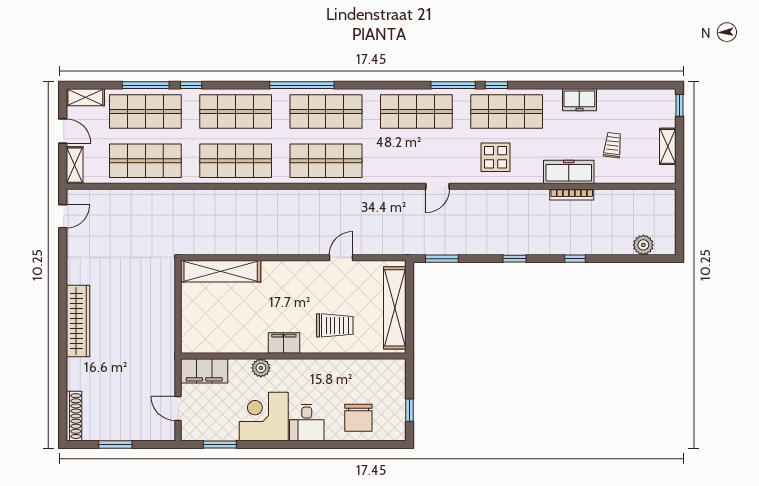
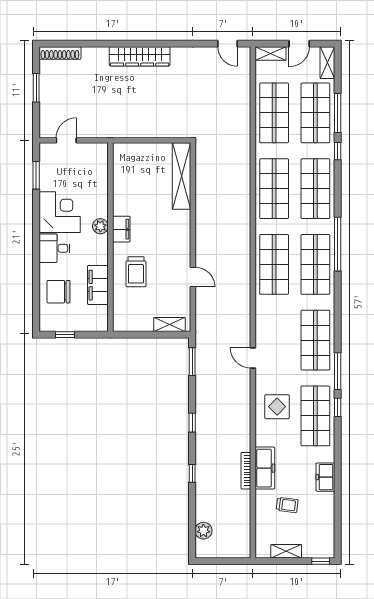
shelving: (395, 308) -> (170, 324), width x0.45, depth x0.75
plant: (261, 368) -> (100, 226), moved
filing cabinet: (204, 371) -> (98, 285), moved

